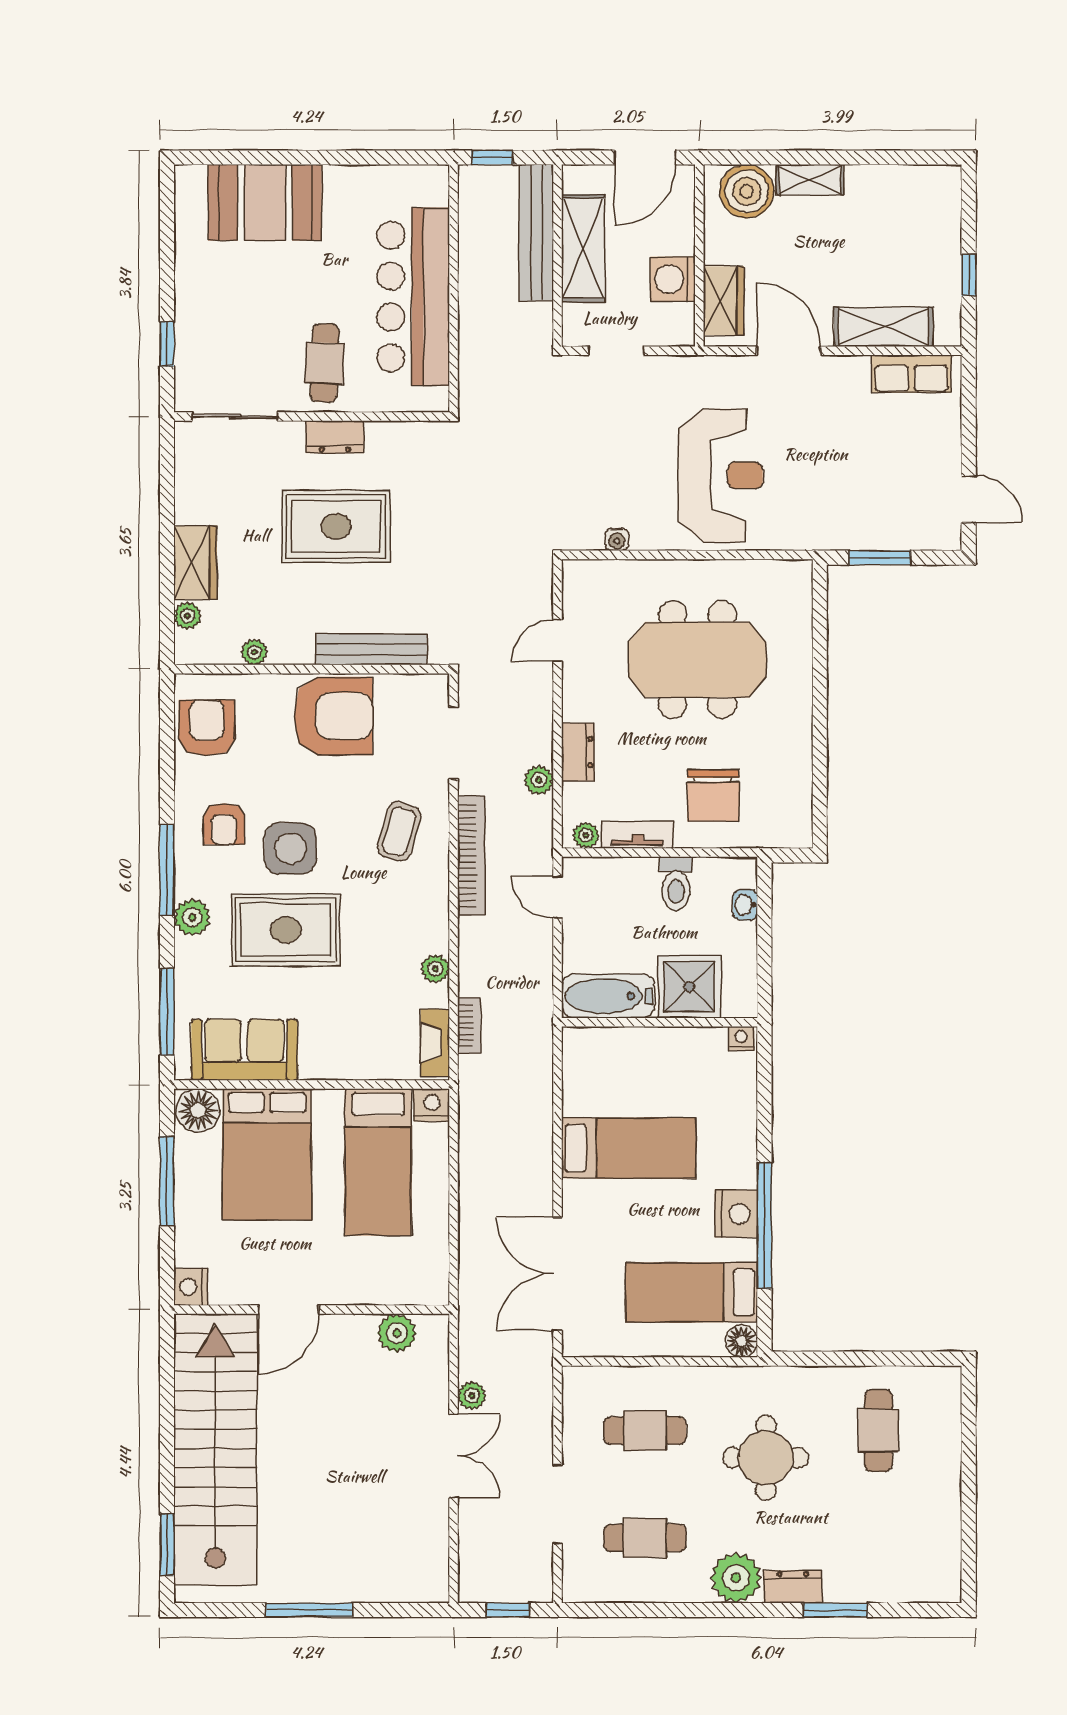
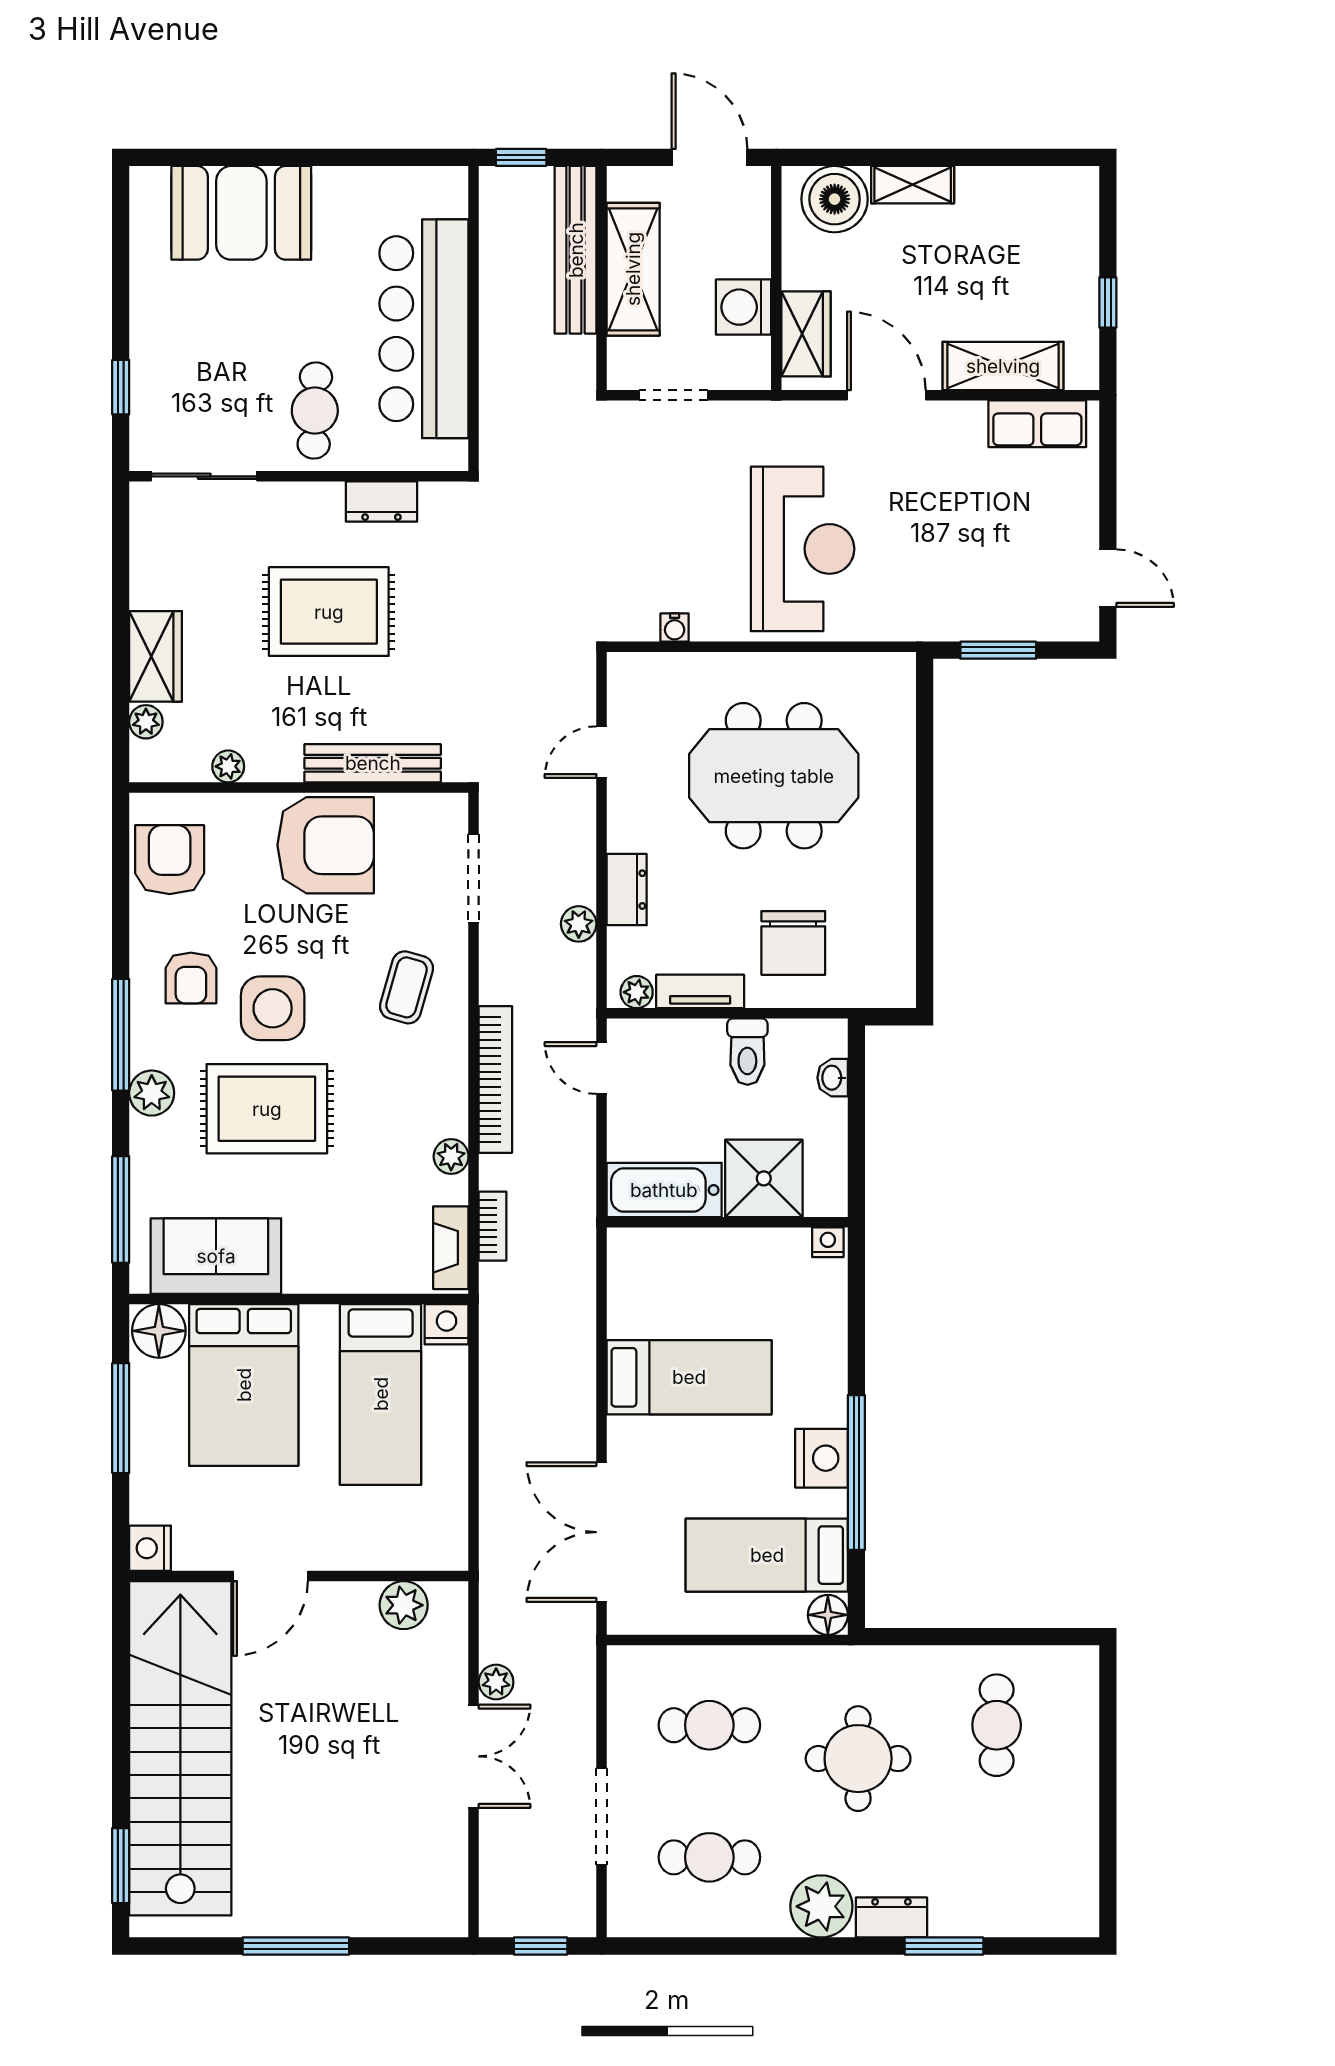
door: (645, 158) -> (710, 157), swing flipped
dresser: (335, 437) -> (381, 501), moved
bookcase: (471, 856) -> (495, 1079), moved

